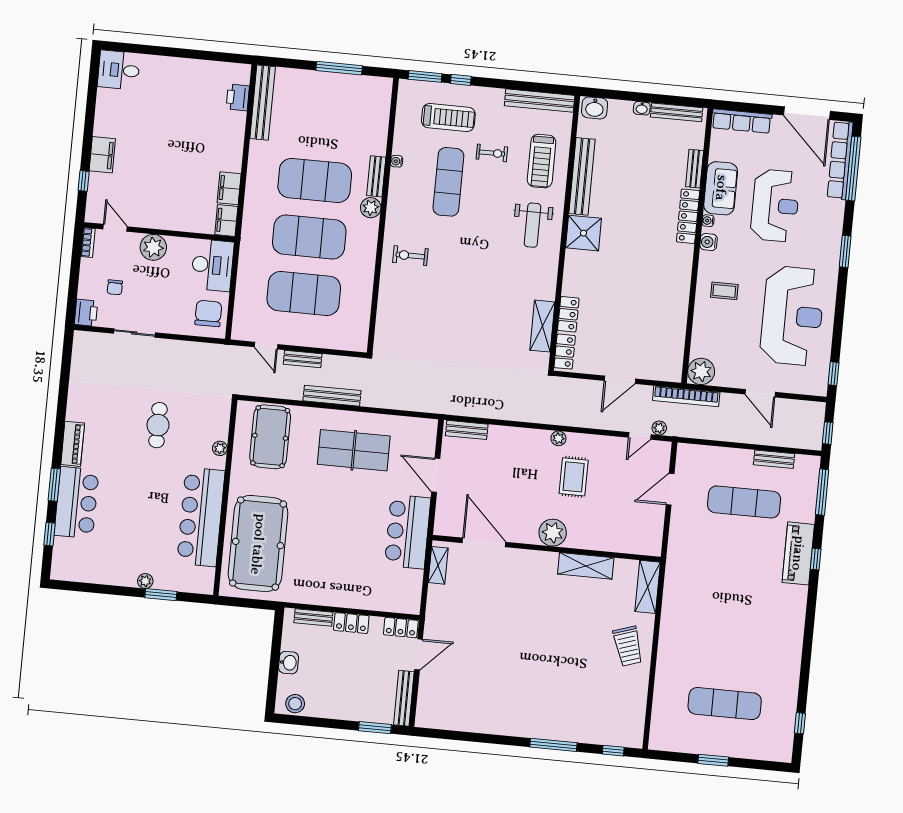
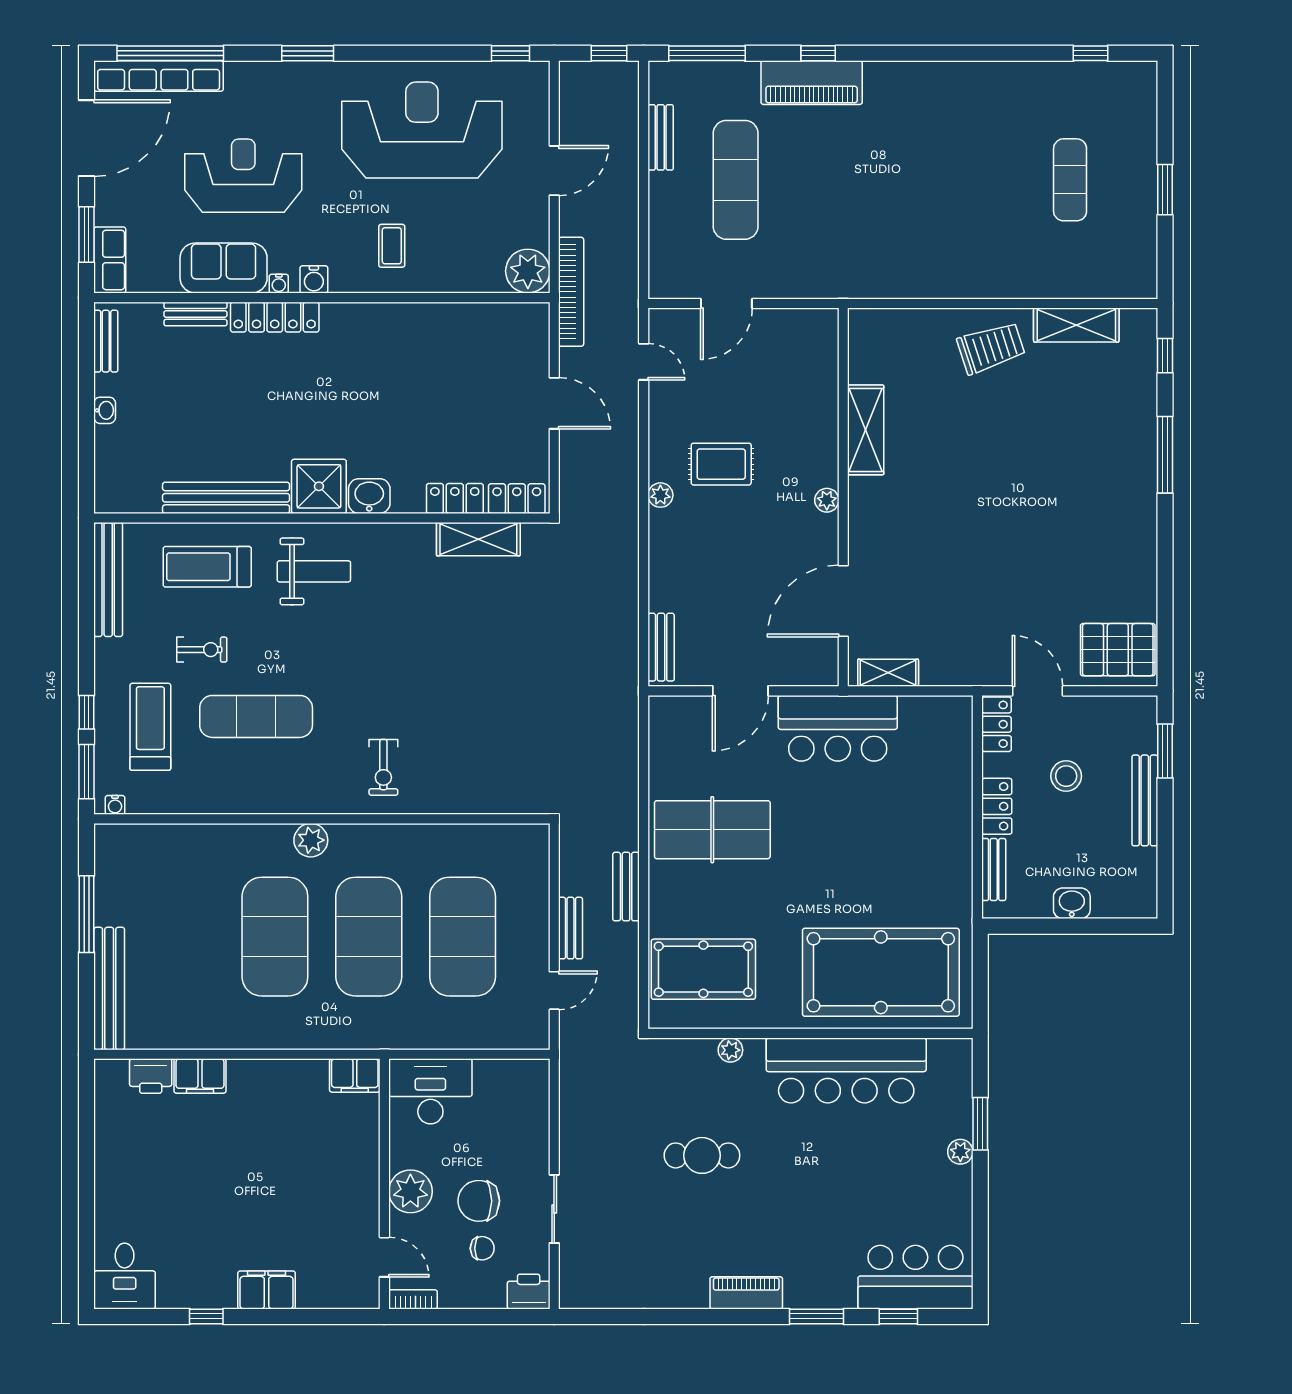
bench: (263, 103) -> (109, 988), moved, turned 90
washbasin: (595, 108) -> (369, 496), moved, turned -90
window: (749, 108) -> (86, 235), added
bench: (677, 112) -> (106, 341), width x0.73
row of seats: (742, 121) -> (110, 260), width x0.68
exercise bike: (492, 153) -> (202, 650), turned 90
water cooler: (397, 161) -> (115, 805), moved
treadmill: (542, 161) -> (207, 567), turned 180
bench: (376, 176) -> (258, 836), removed
window: (84, 181) -> (206, 1316), moved
filing cabinet: (229, 188) -> (200, 1076), moved
door: (115, 228) -> (384, 1257), swing flipped
chair: (208, 313) -> (479, 1201), moved
bench: (332, 396) -> (626, 887), width x0.73
plant: (659, 428) -> (627, 331), removed
table tennis table: (354, 450) -> (712, 830), turned 90
door: (670, 489) -> (726, 304), hinge flipped
bar counter: (77, 503) -> (915, 1277), moved
plant: (553, 533) -> (827, 500), width x0.53, depth x0.53
shelving: (648, 587) -> (1076, 325), moved
bench: (404, 698) -> (1145, 800), moved, turned 90
stool: (295, 704) -> (1066, 776), moved
exercise mat: (725, 704) -> (1070, 180), width x0.73, depth x0.69
pallet: (439, 705) -> (1118, 650), added

